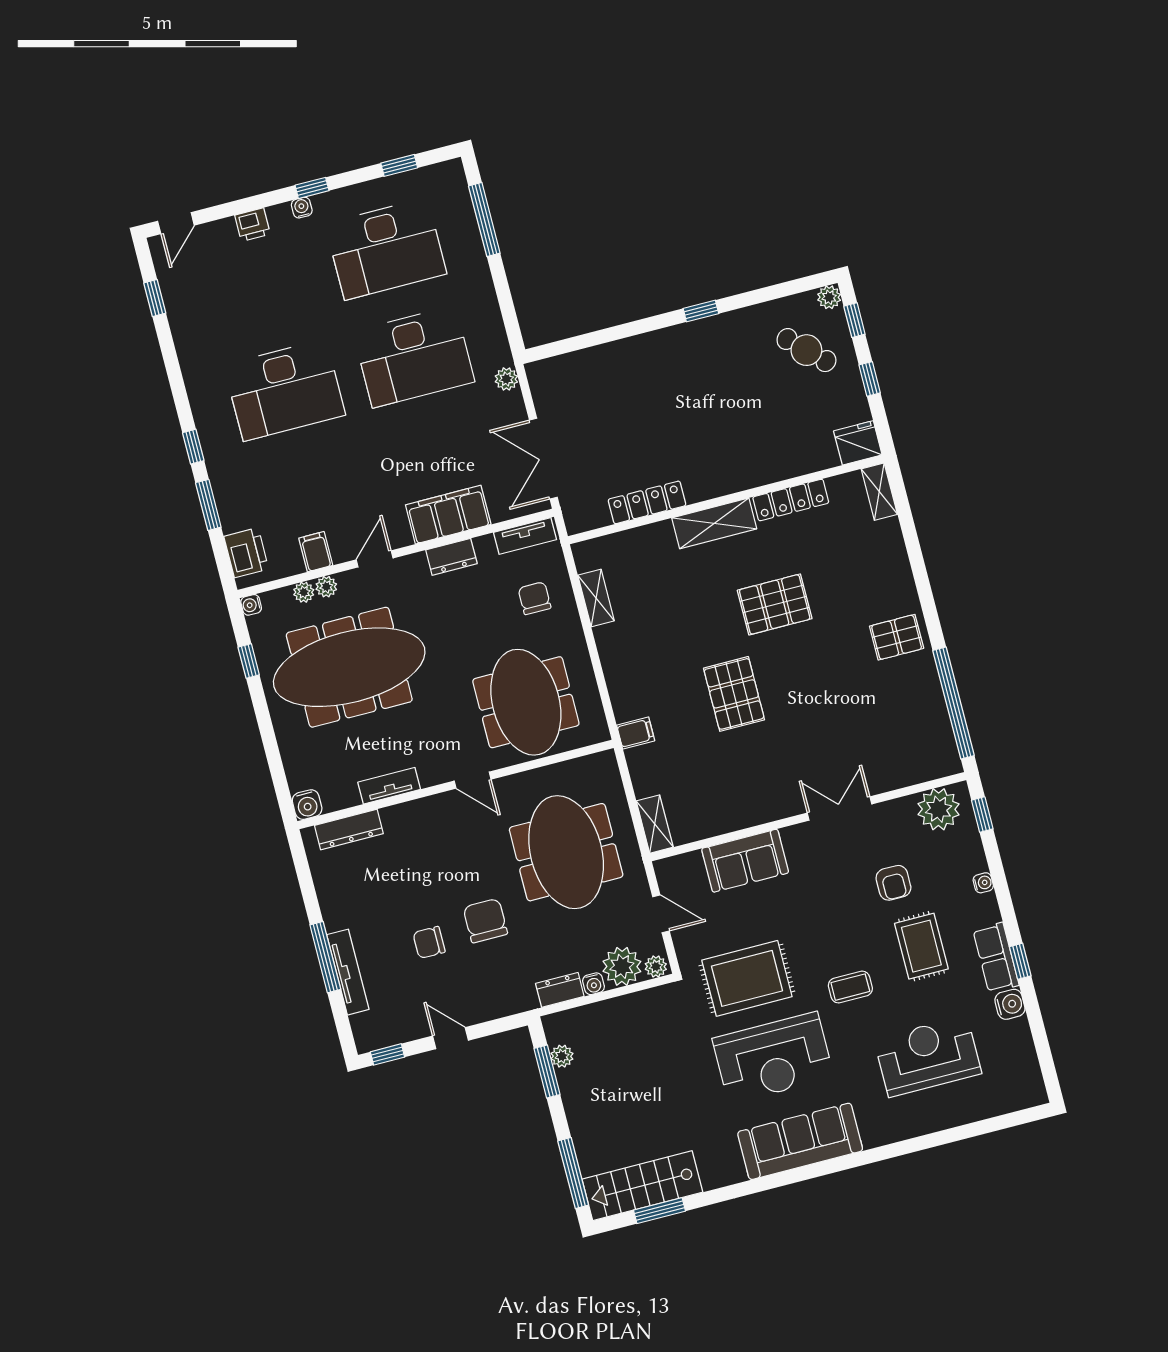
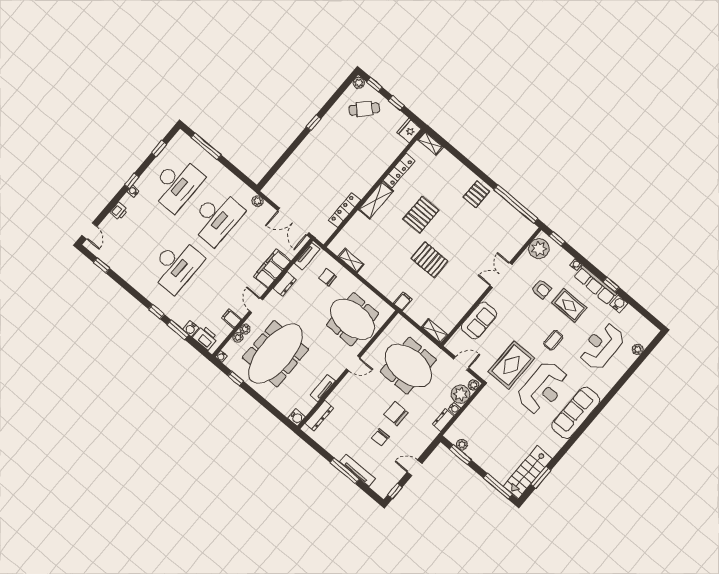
water cooler: (232, 519) -> (191, 329), added
row of seats: (996, 958) -> (595, 285), width x1.48
plant: (986, 1107) -> (638, 349), added

